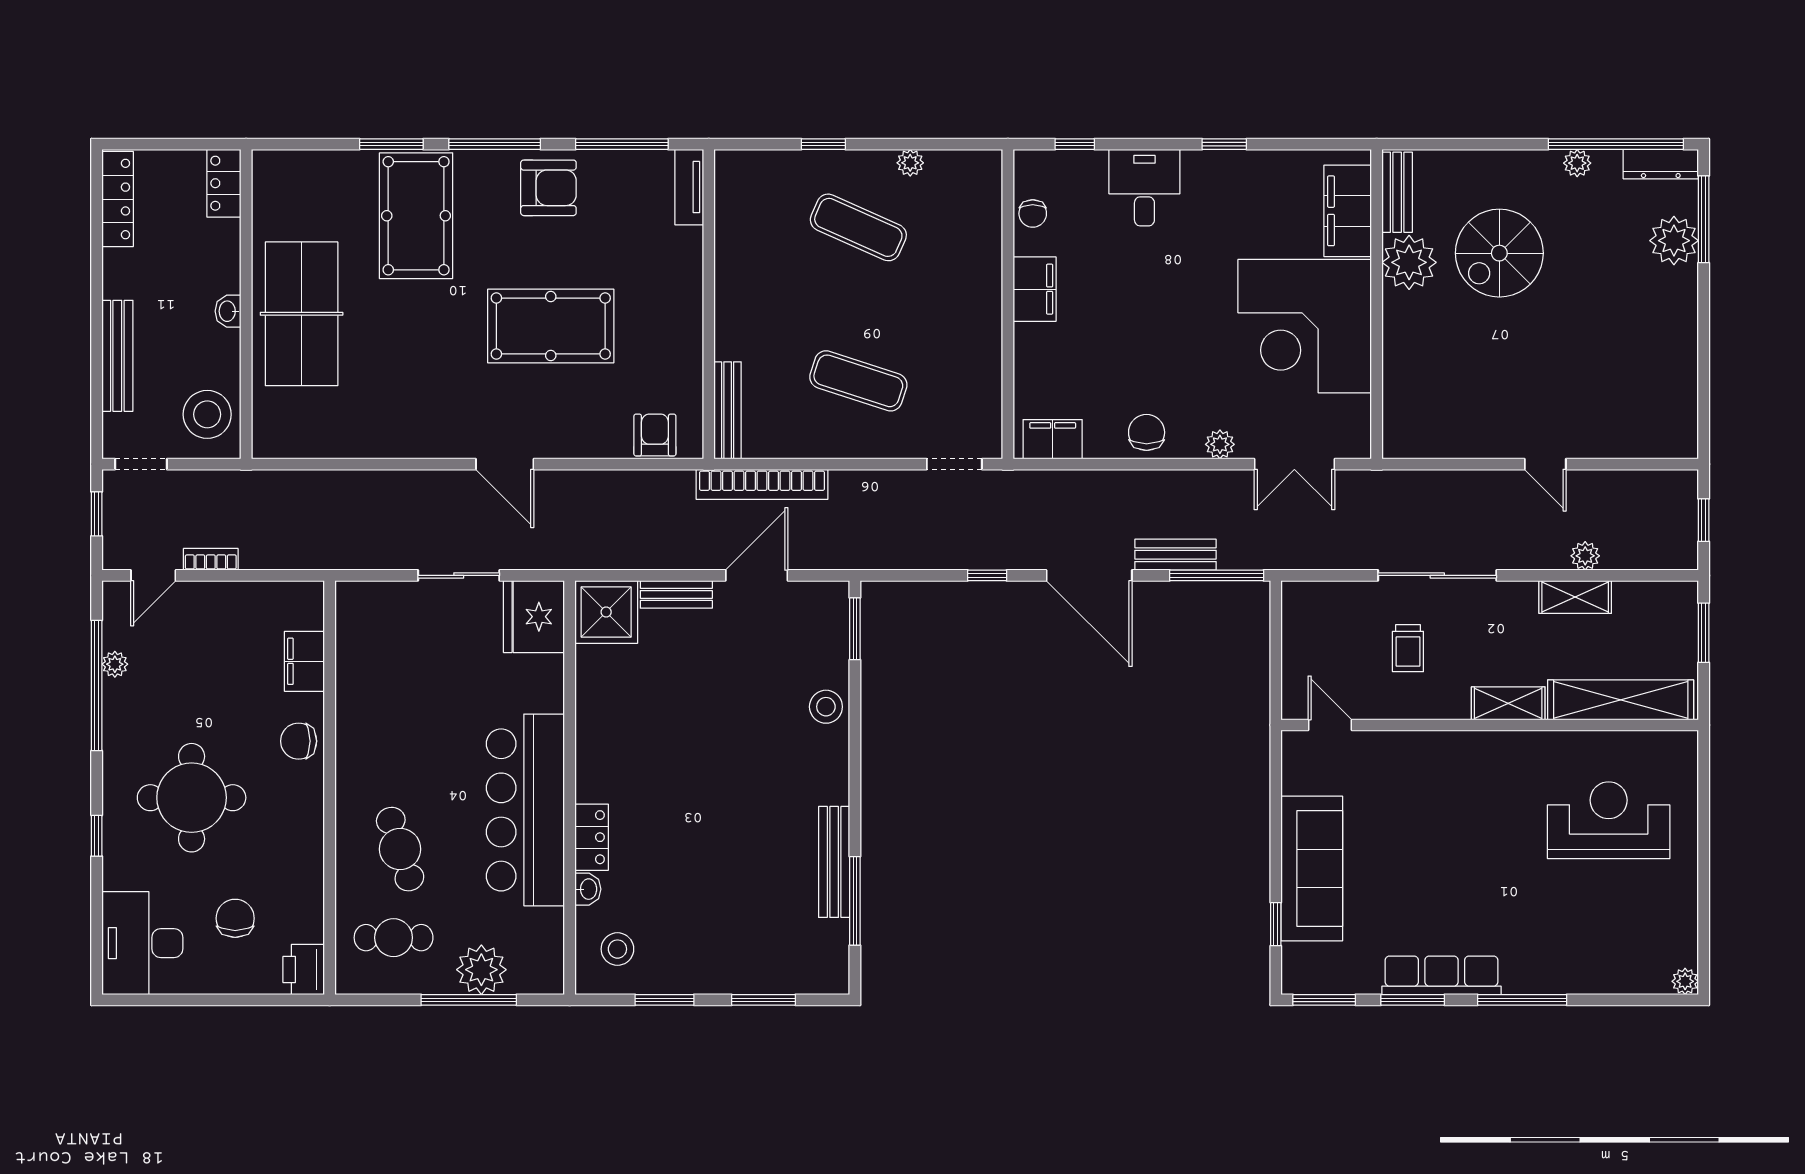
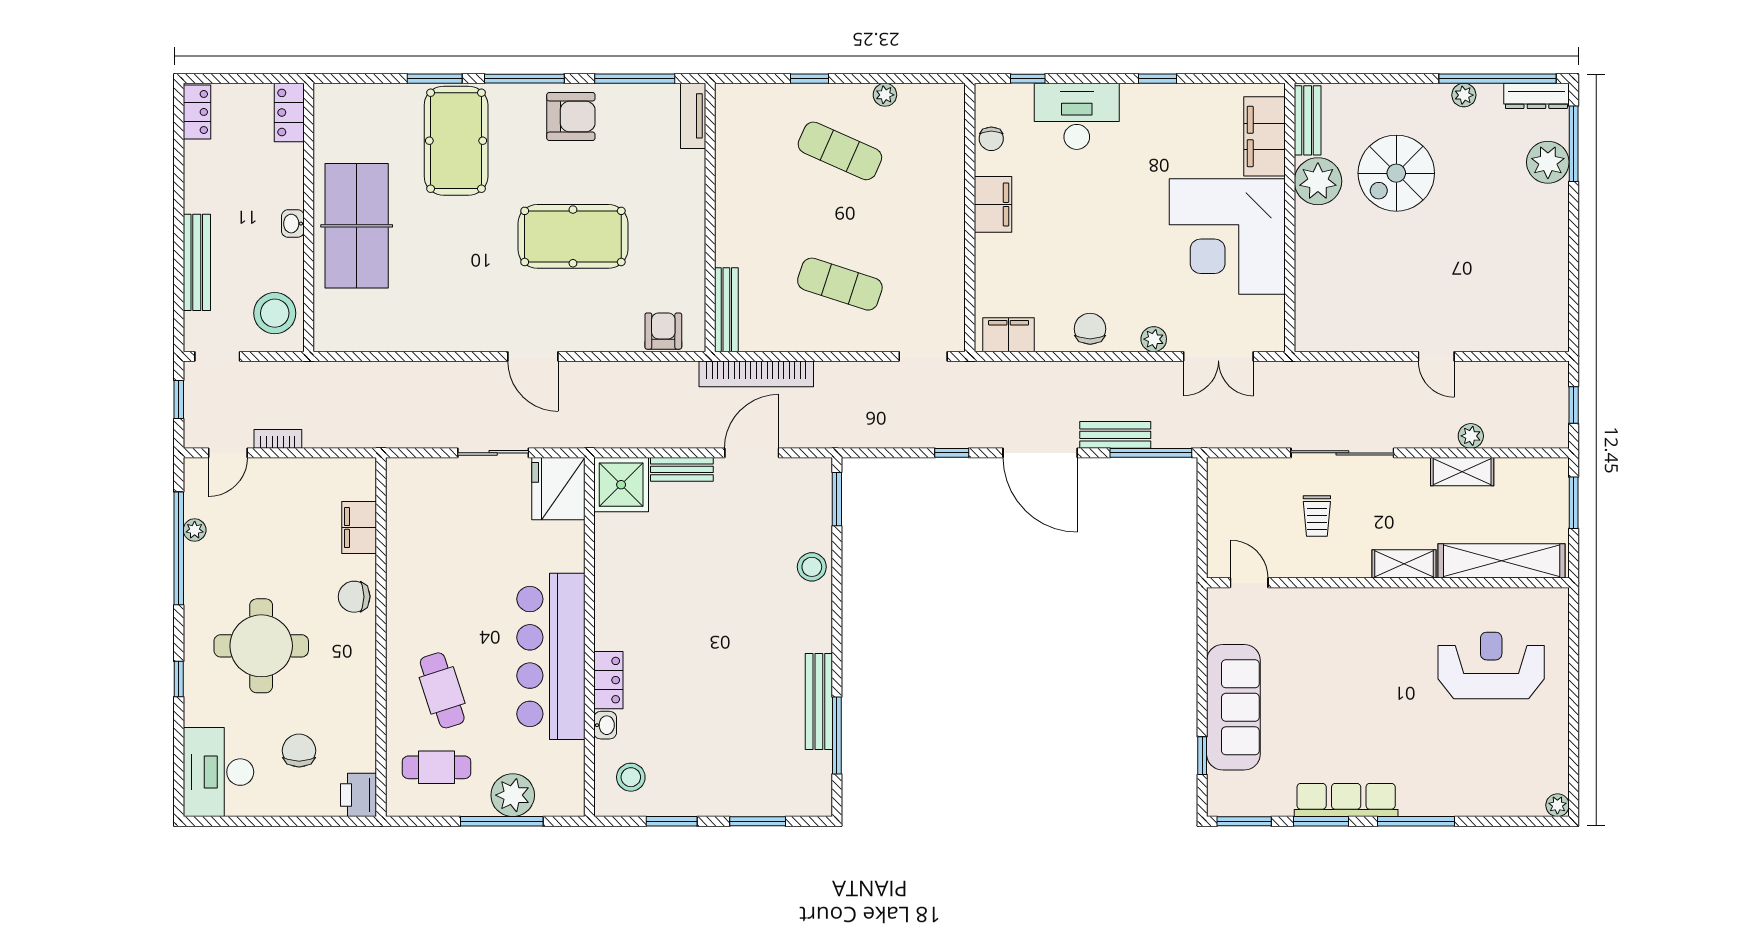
desk: (1144, 188) -> (1077, 116), width x1.37
locker: (118, 199) -> (197, 112), width x0.66

